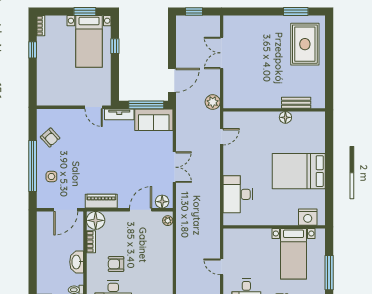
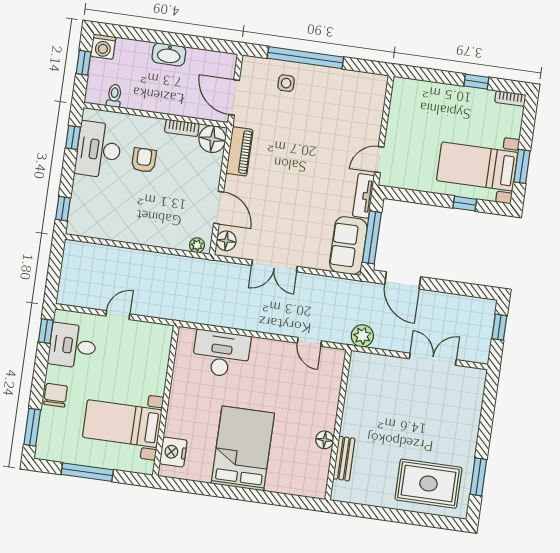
armchair: (50, 138) -> (344, 89), removed
washbasin: (77, 262) -> (169, 54), moved, turned 180

